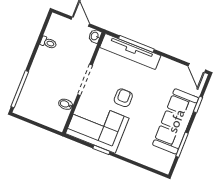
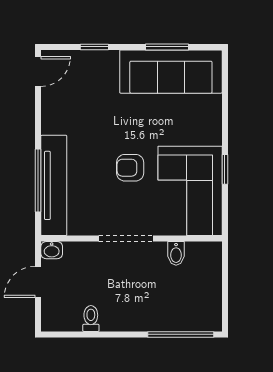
sofa: (176, 121) -> (171, 72), moved

